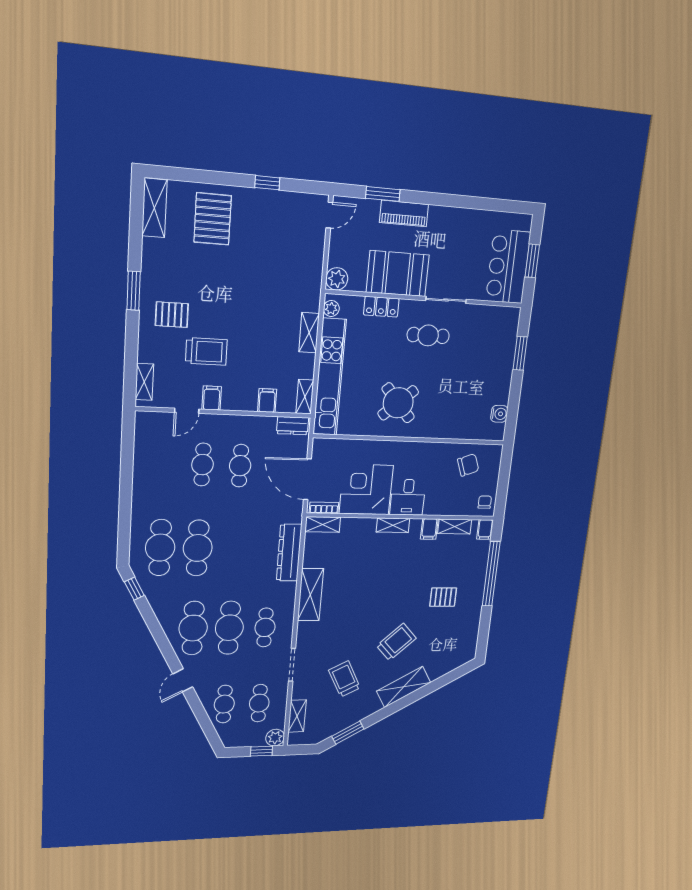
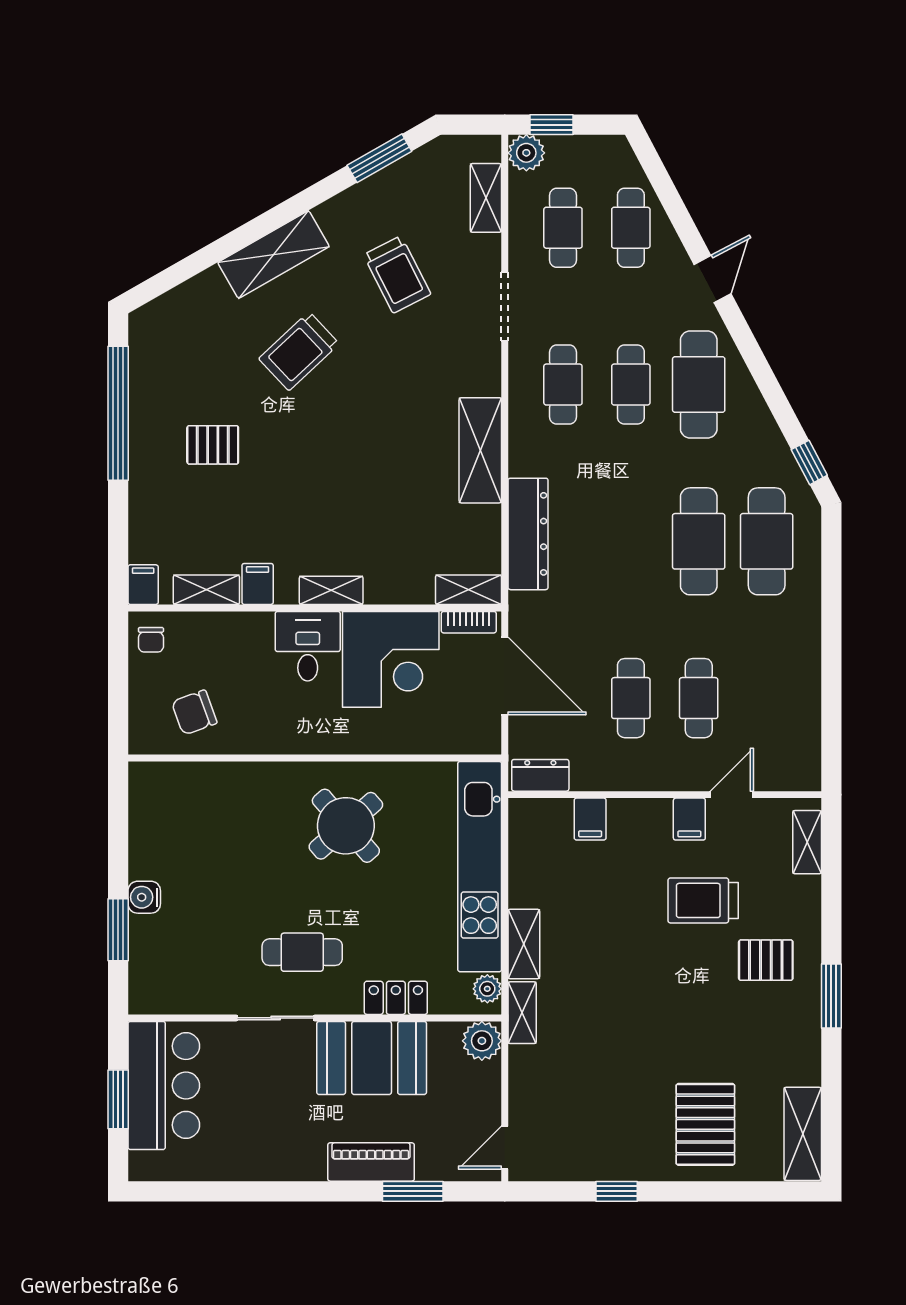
shelving: (305, 397) -> (522, 1013), moved
water cooler: (499, 414) -> (144, 897), moved
window: (491, 574) -> (118, 413), moved
cafe table: (229, 628) -> (631, 385), width x0.73, depth x0.74

